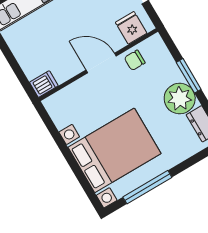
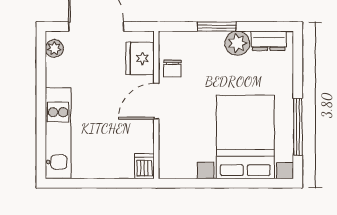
fridge: (131, 28) -> (140, 58), width x1.38
plant: (180, 99) -> (237, 43), width x0.73, depth x0.73

